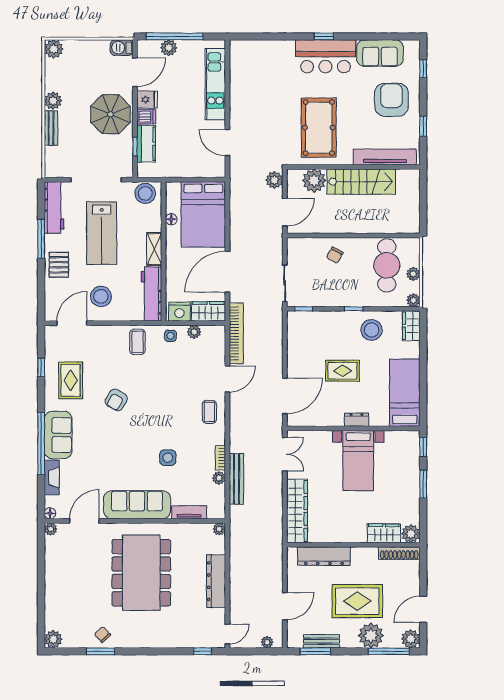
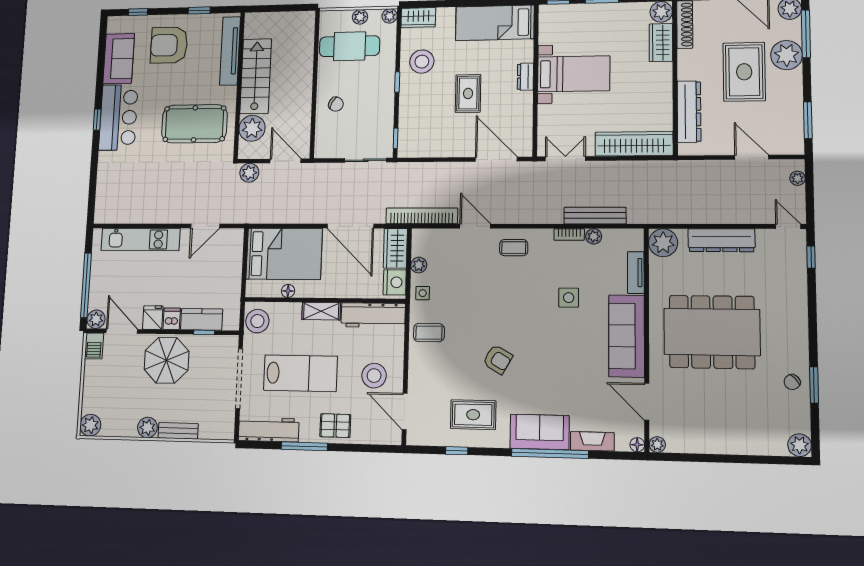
plant: (169, 48) -> (96, 319), moved
plant: (219, 529) -> (663, 243), width x1.87, depth x1.87
bench: (321, 641) -> (795, 113), removed

